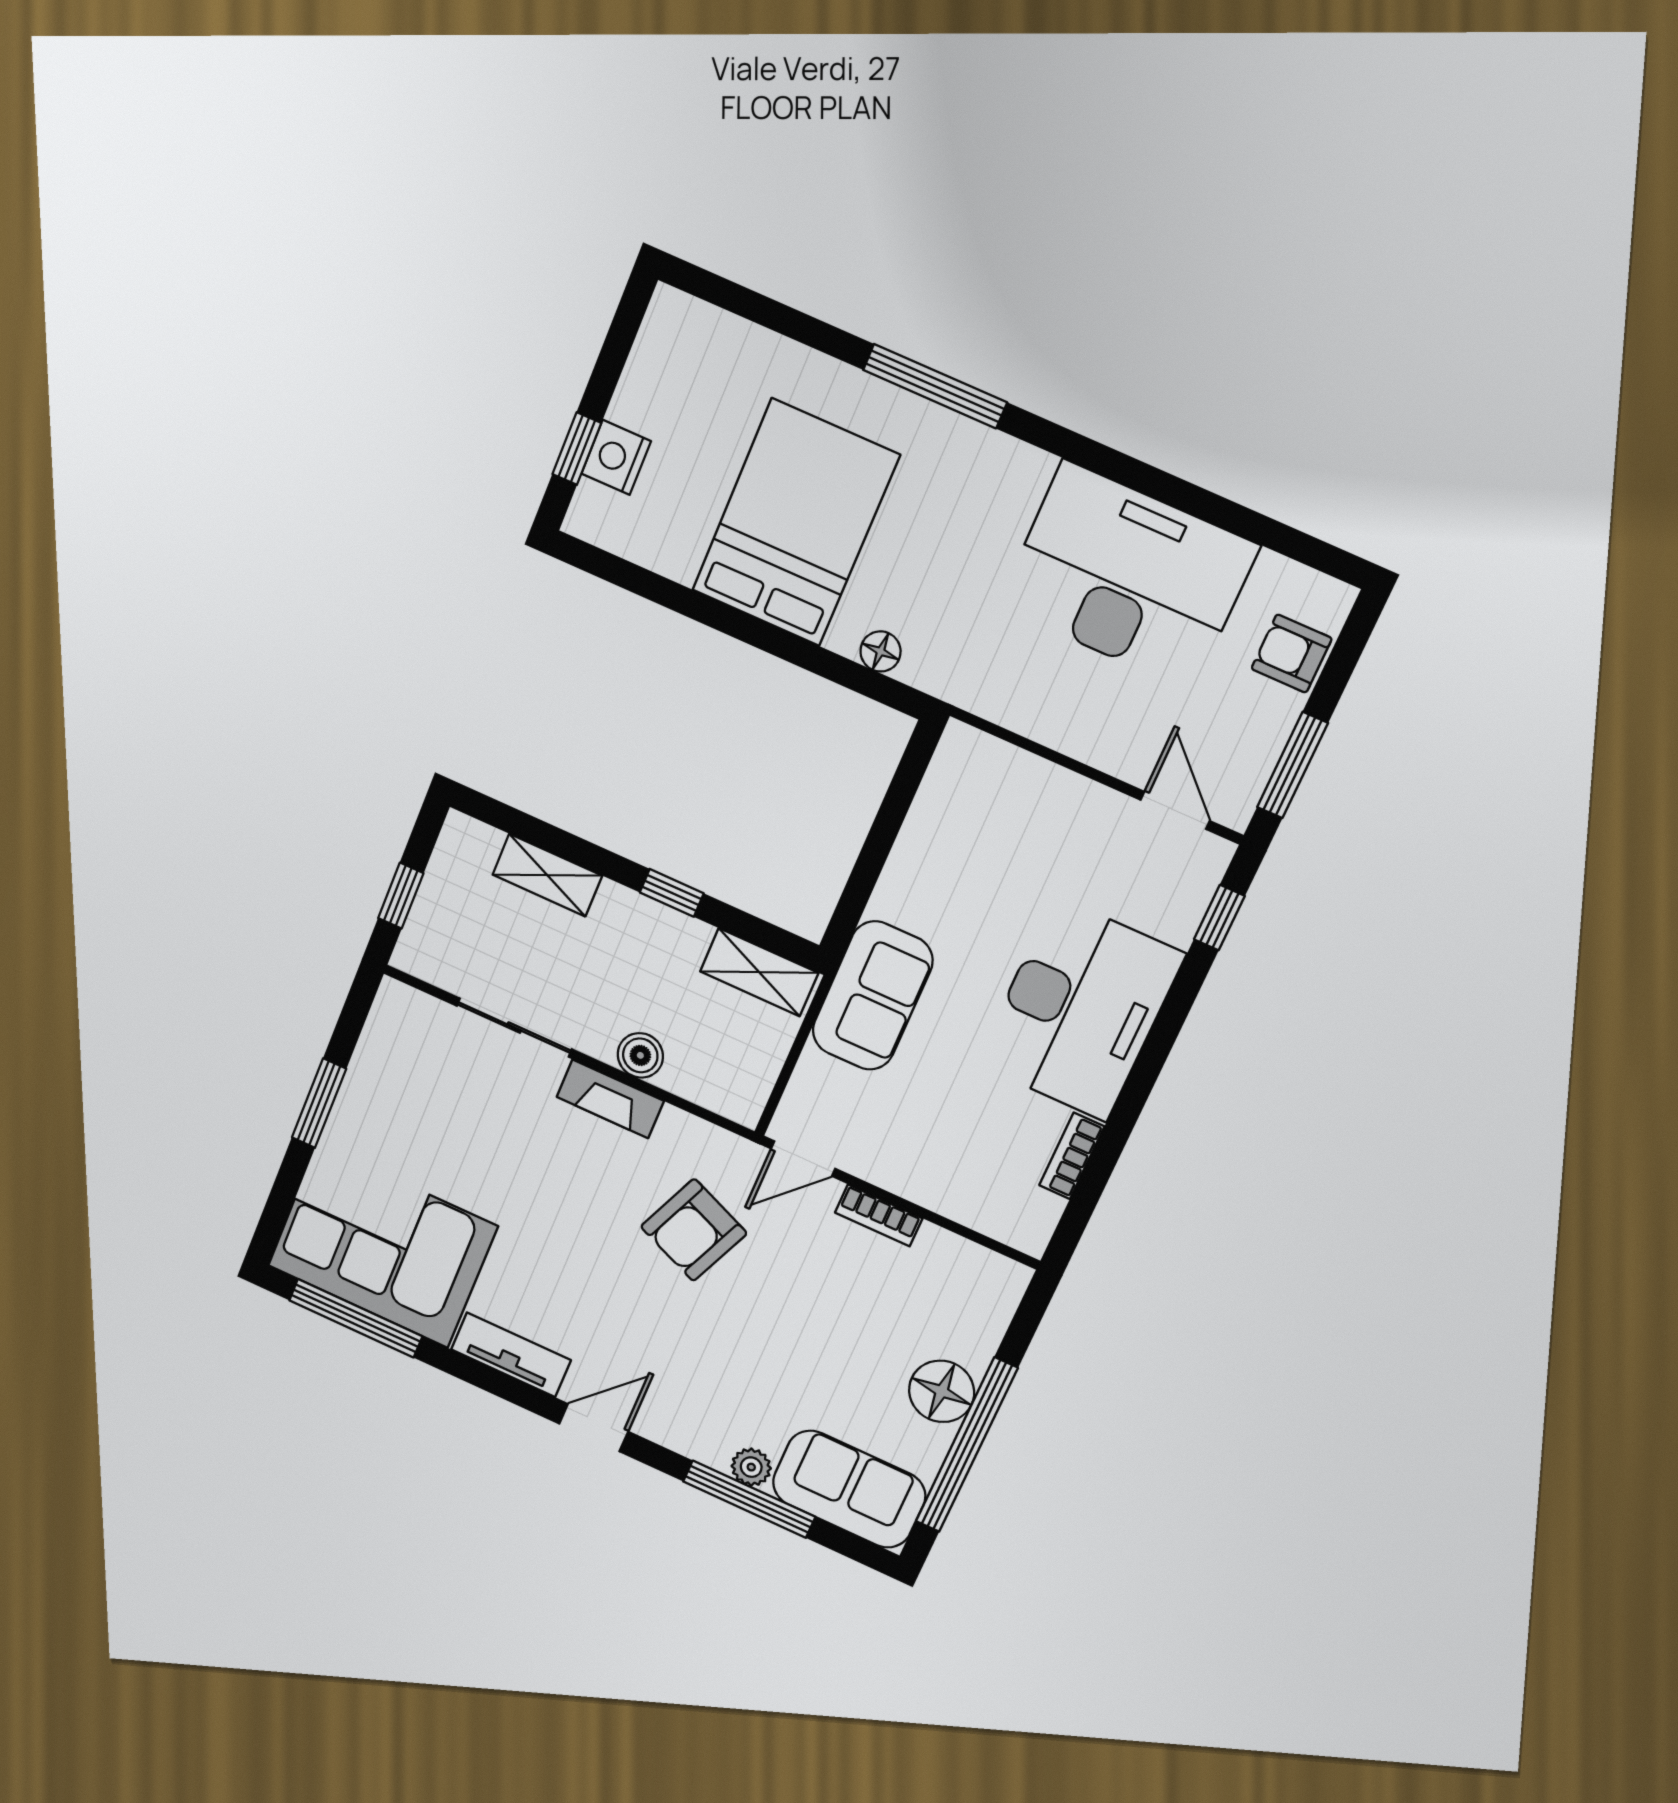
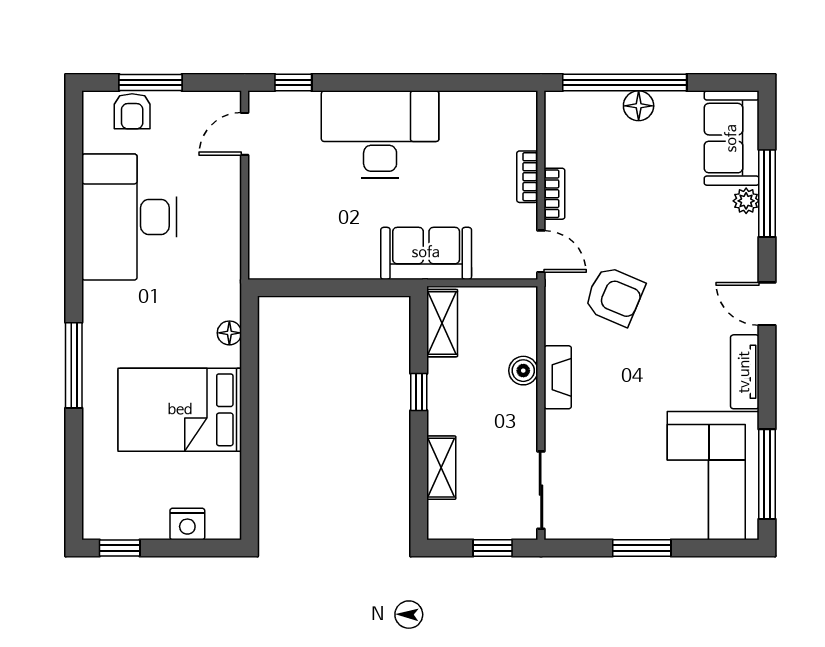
window: (577, 449) -> (120, 548), moved
window: (1292, 765) -> (150, 83), moved
sliding door: (514, 1028) -> (541, 490), moved
bookcase: (1072, 1156) -> (527, 177), moved, turned 90
floor lamp: (942, 1391) -> (639, 106), width x0.73, depth x0.73
window: (967, 1445) -> (625, 83), moved

